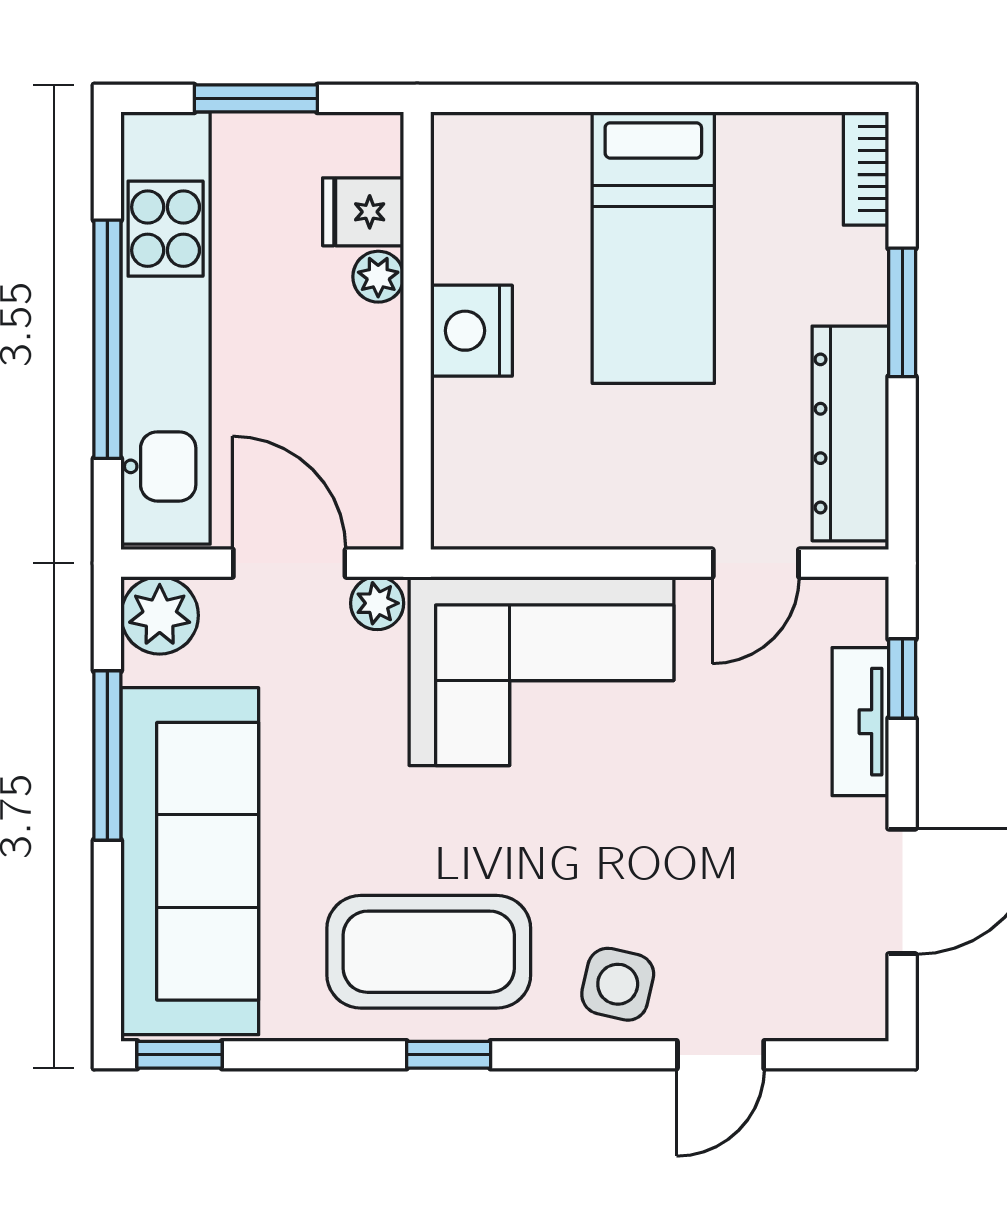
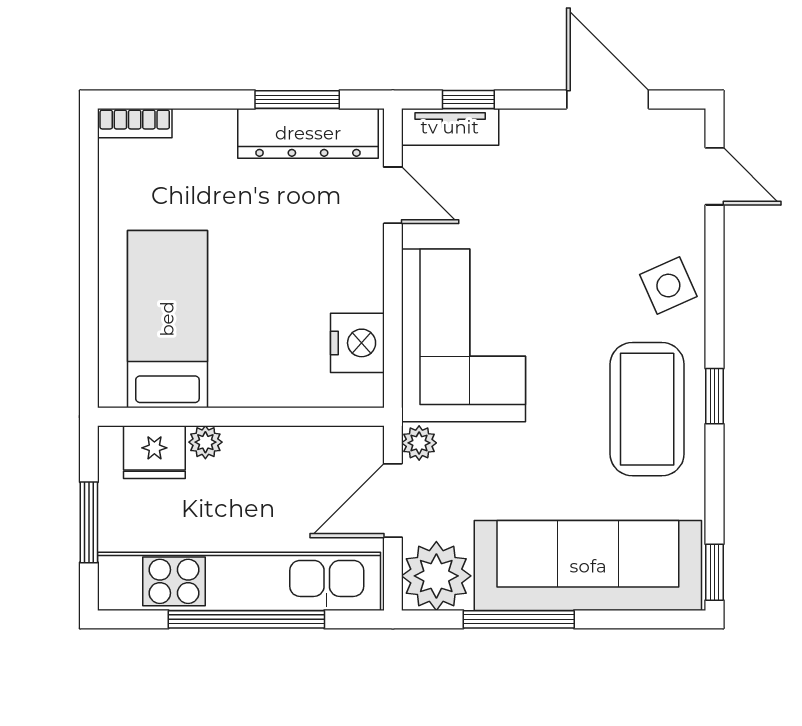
fridge: (363, 212) -> (154, 452), width x1.38
bed: (653, 248) -> (167, 319), moved, turned -90
window: (902, 312) -> (297, 99), moved
nightstand: (471, 331) -> (357, 343), moved, turned -90
plant: (160, 615) -> (436, 576), width x1.36, depth x1.36
tv unit: (860, 722) -> (450, 127), moved
side table: (618, 984) -> (668, 286), turned -37
door: (721, 1055) -> (715, 176), moved

